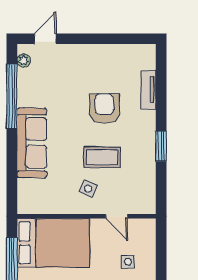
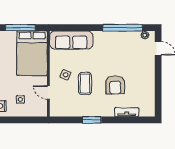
armchair: (104, 108) -> (115, 85), turned 90
sofa: (32, 143) -> (71, 40), moved
door: (117, 216) -> (48, 92), hinge flipped

